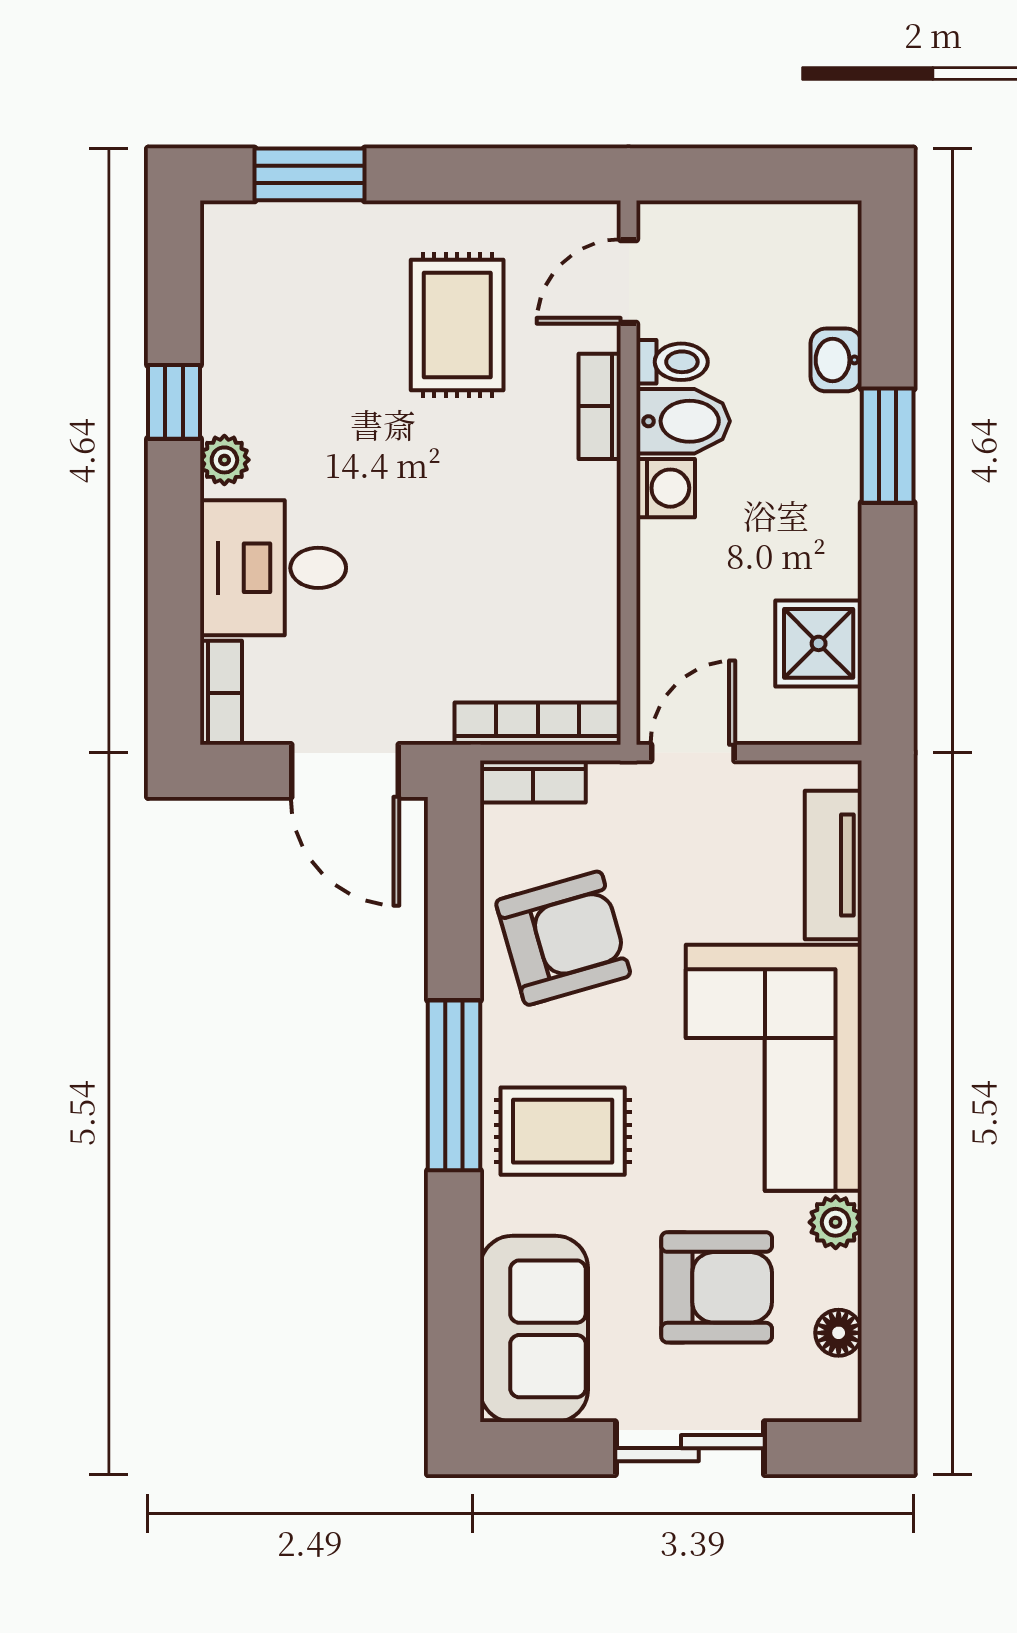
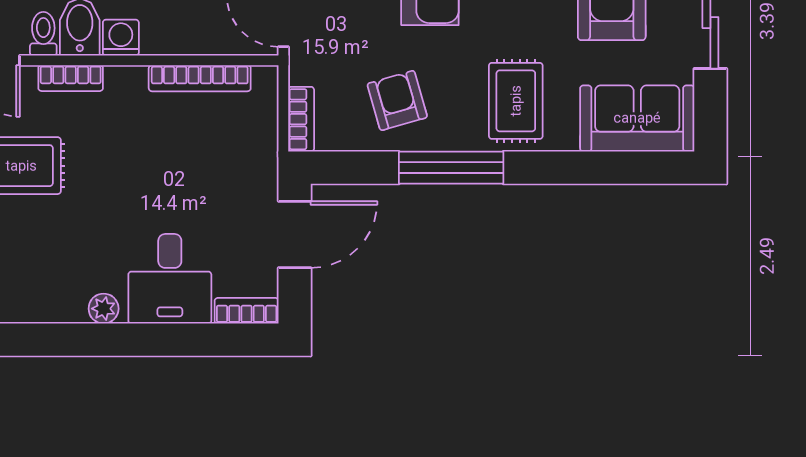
window: (174, 402) -> (68, 340), removed
bookcase: (538, 724) -> (200, 78), moved, turned -90
armchair: (563, 938) -> (397, 101), width x0.72, depth x0.72
window: (454, 1085) -> (451, 168), moved

